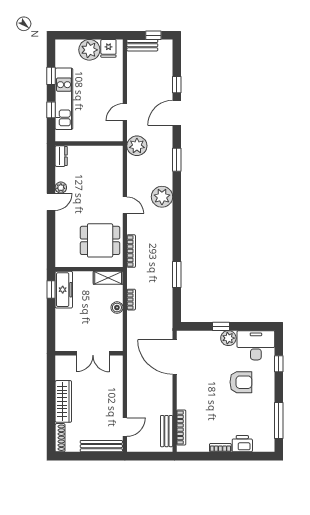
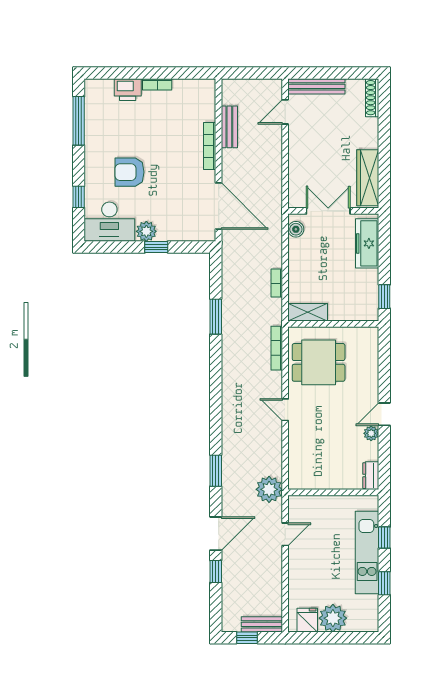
plant: (162, 197) -> (235, 421), removed
freezer: (64, 290) -> (367, 243), moved
boiler: (117, 308) -> (296, 229), moved
wardrobe: (63, 401) -> (368, 178), moved
bookcase: (181, 427) -> (210, 146), moved
bench: (167, 431) -> (229, 127), moved

